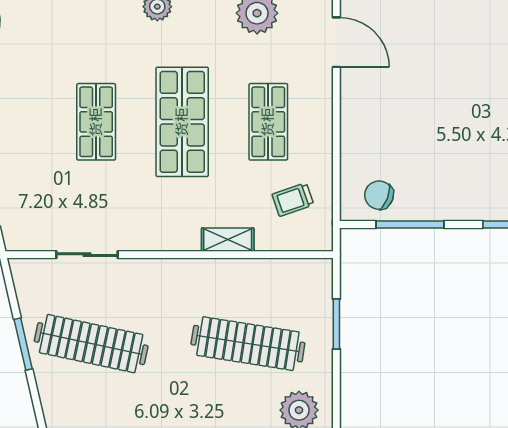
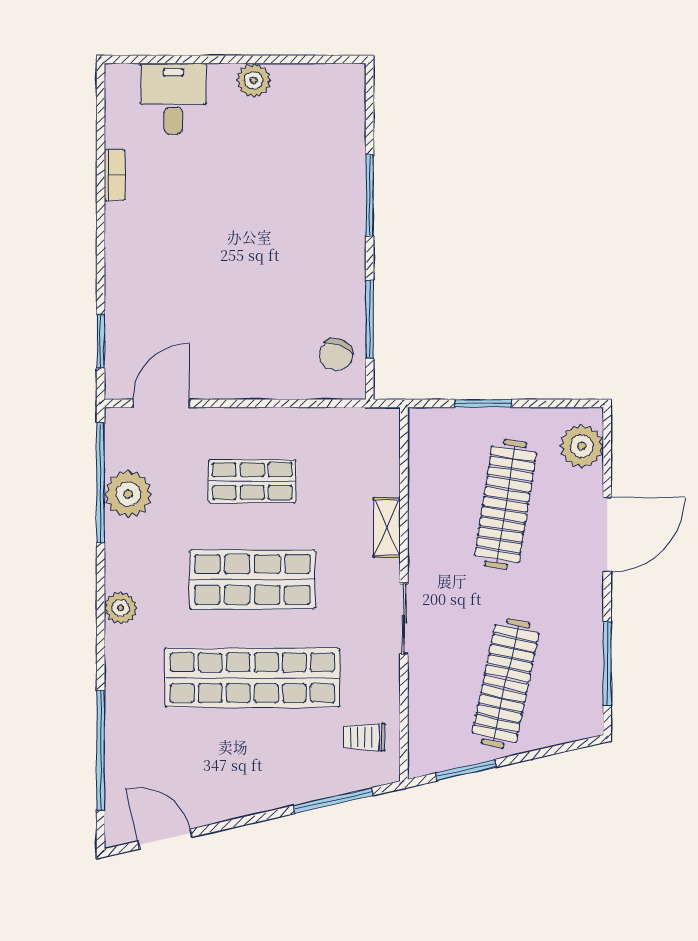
shop shelf: (96, 122) -> (252, 678), width x2.00, depth x1.36
trolley: (293, 200) -> (364, 737), moved, turned 109
sliding door: (87, 255) -> (404, 619), moved
window: (23, 344) -> (466, 770), moved

